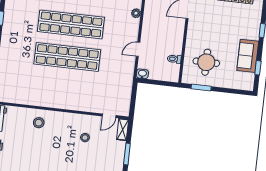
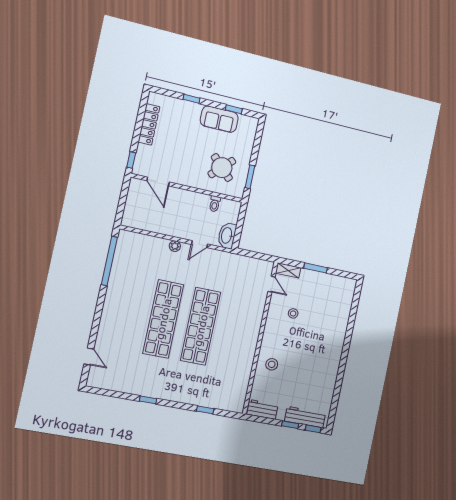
plant: (136, 13) -> (175, 246), moved
door: (138, 49) -> (200, 244), hinge flipped
round table: (206, 62) -> (222, 168), turned 45
washbasin: (142, 74) -> (227, 236), width x1.91, depth x1.45

